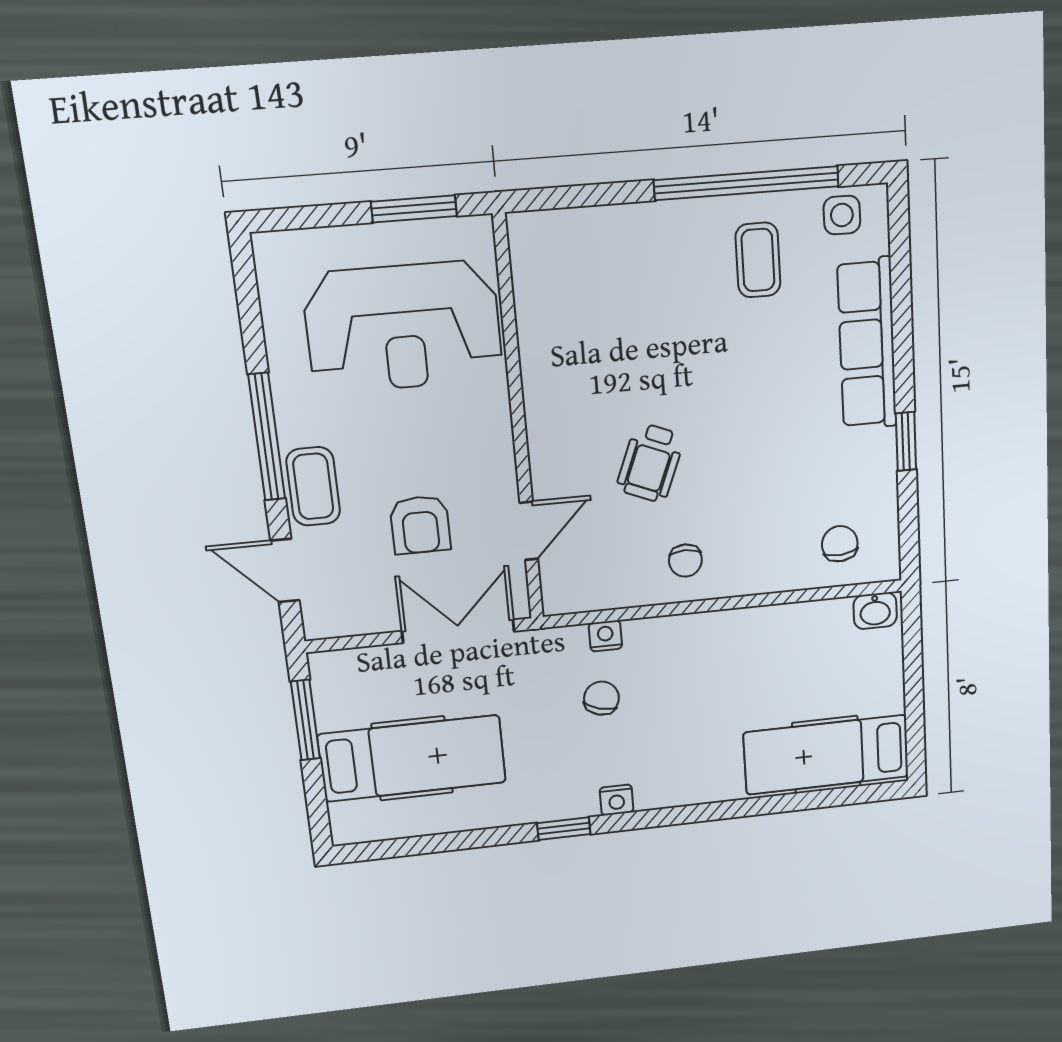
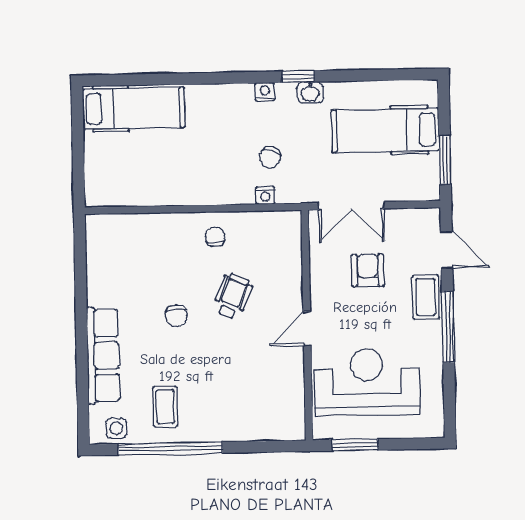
window: (906, 441) -> (81, 298), removed
door: (529, 531) -> (307, 328), moved
chair: (840, 544) -> (176, 316), moved
washbasin: (875, 611) -> (310, 92), moved, turned 180

